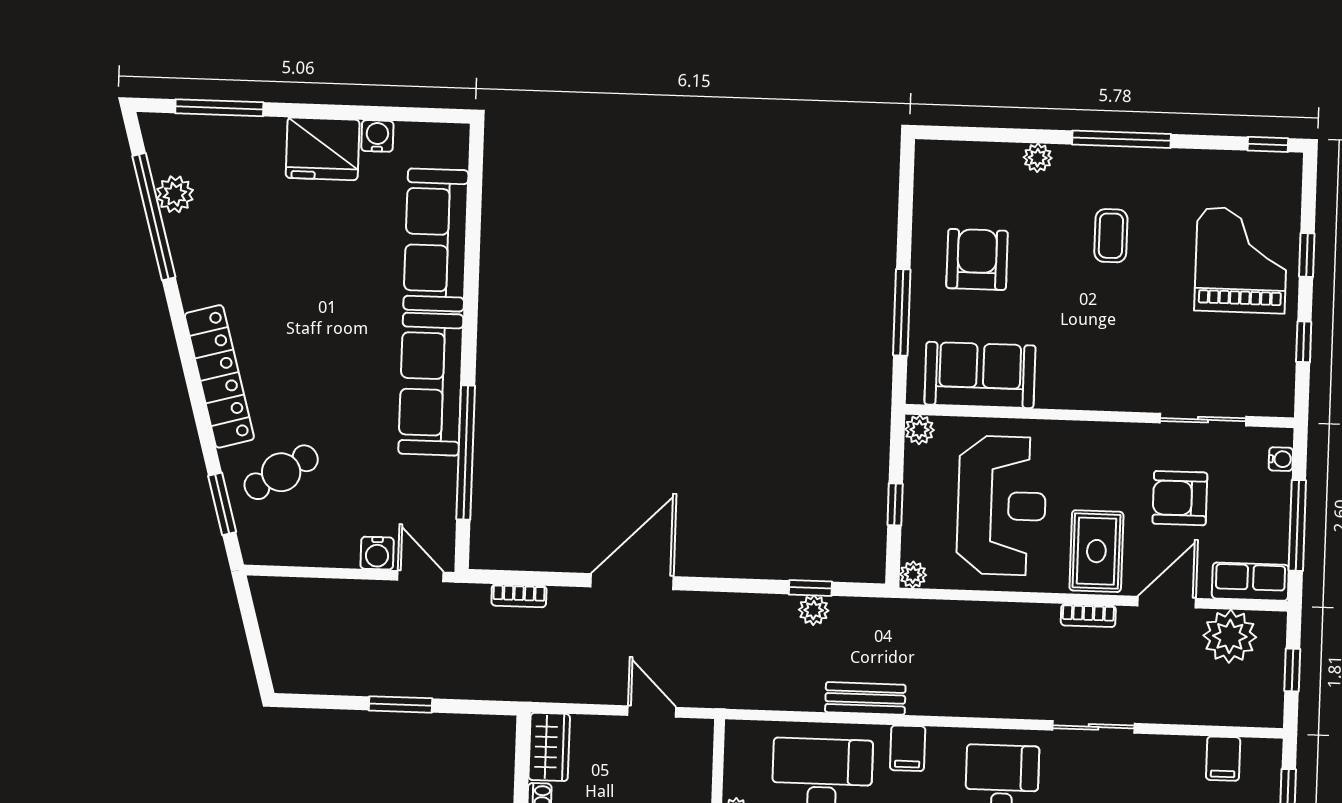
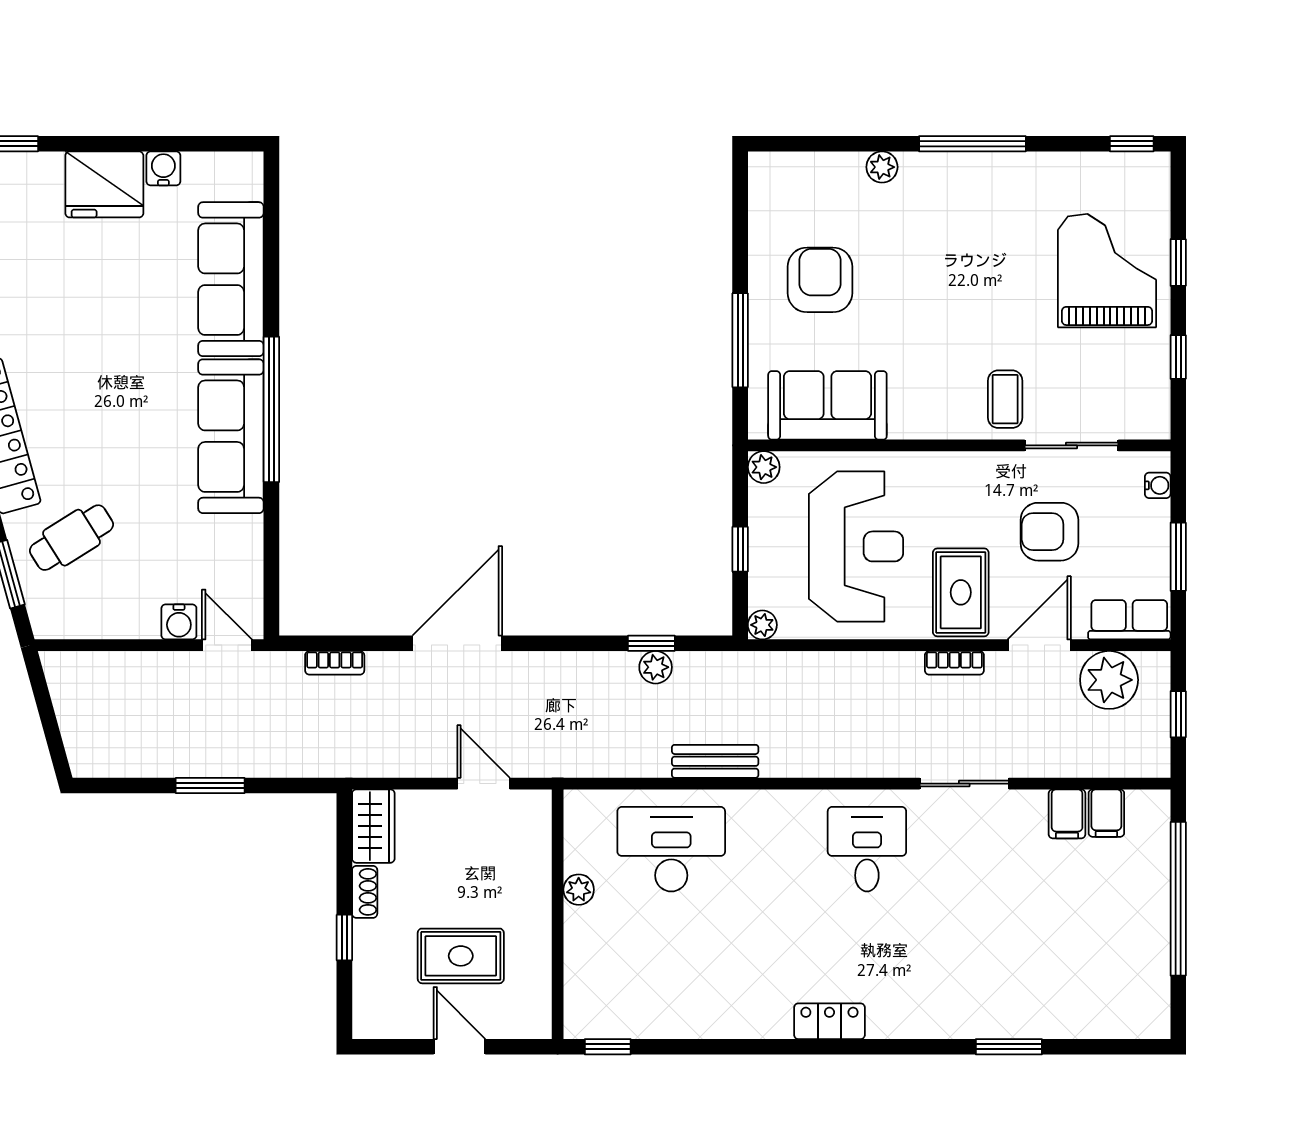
coffee table: (1111, 236) -> (1005, 399), moved
window: (466, 453) -> (271, 409), moved
window: (1297, 525) -> (1178, 557), width x0.69
filing cabinet: (908, 748) -> (1067, 814), moved

